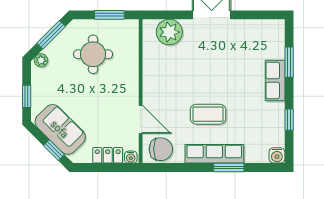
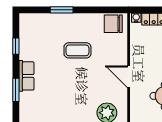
door: (141, 119) -> (129, 77), moved
row of seats: (214, 154) -> (73, 20), removed
water cooler: (277, 155) -> (25, 19), removed

